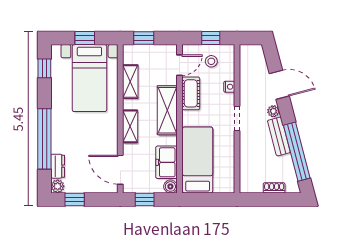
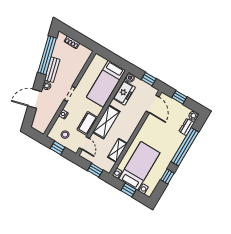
door: (179, 65) -> (84, 143), swing flipped
window: (44, 68) -> (167, 177), moved
door: (279, 85) -> (35, 99), hinge flipped
shelving: (130, 126) -> (133, 125), removed
window: (75, 199) -> (179, 97), moved

